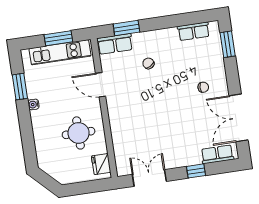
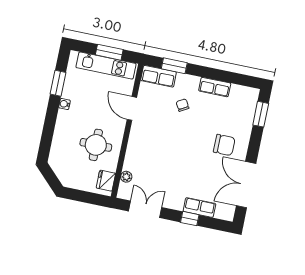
row of seats: (194, 31) -> (215, 87), moved
chair: (203, 87) -> (224, 145), width x1.87, depth x1.87
plant: (119, 153) -> (126, 177), added
row of seats: (217, 154) -> (199, 207), moved

